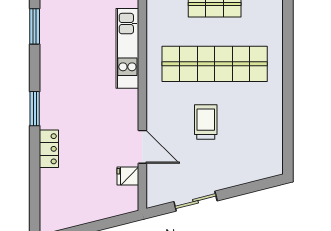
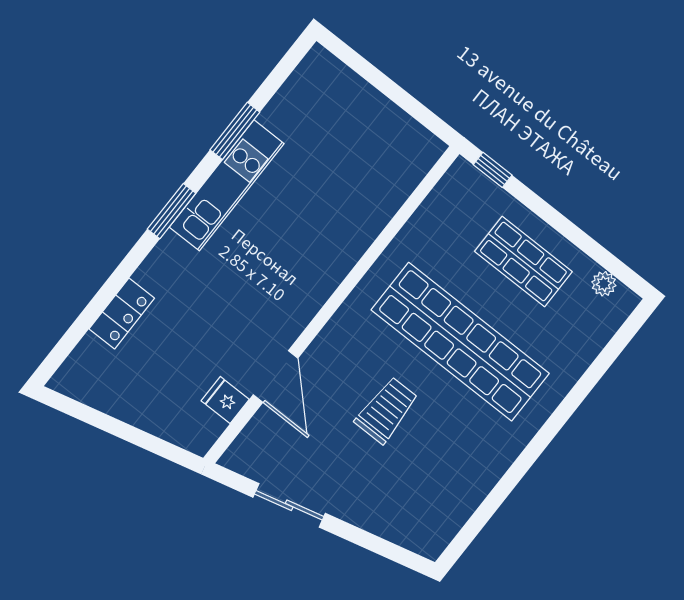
window: (35, 26) -> (235, 131), moved
kitchen unit: (127, 48) -> (227, 185), moved, turned 180
locker: (49, 149) -> (122, 314), moved

